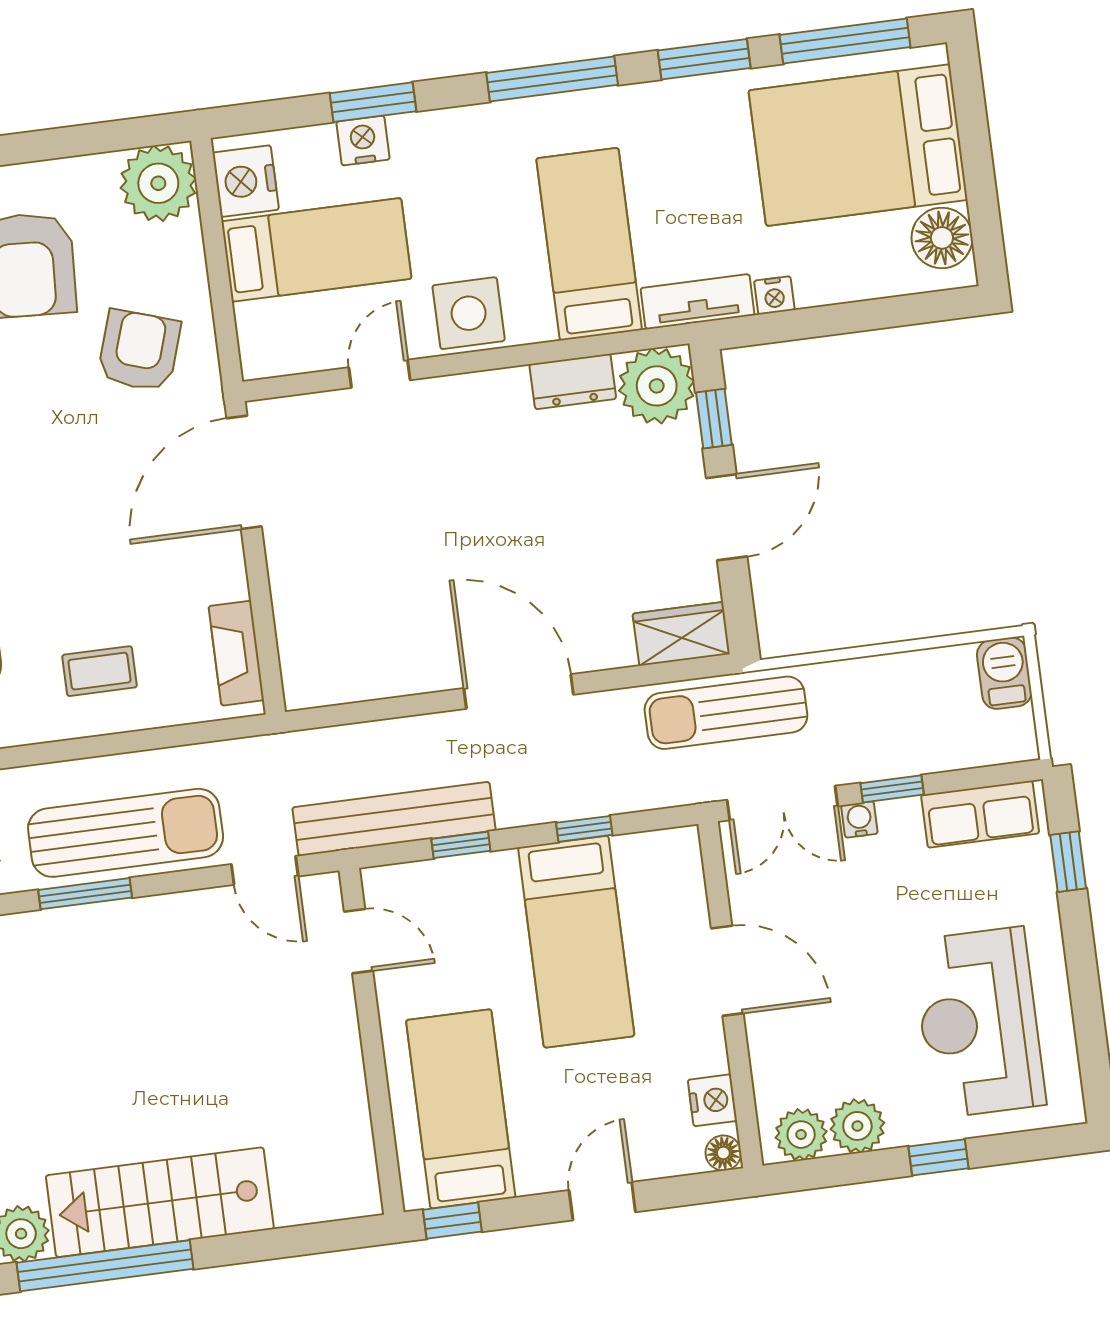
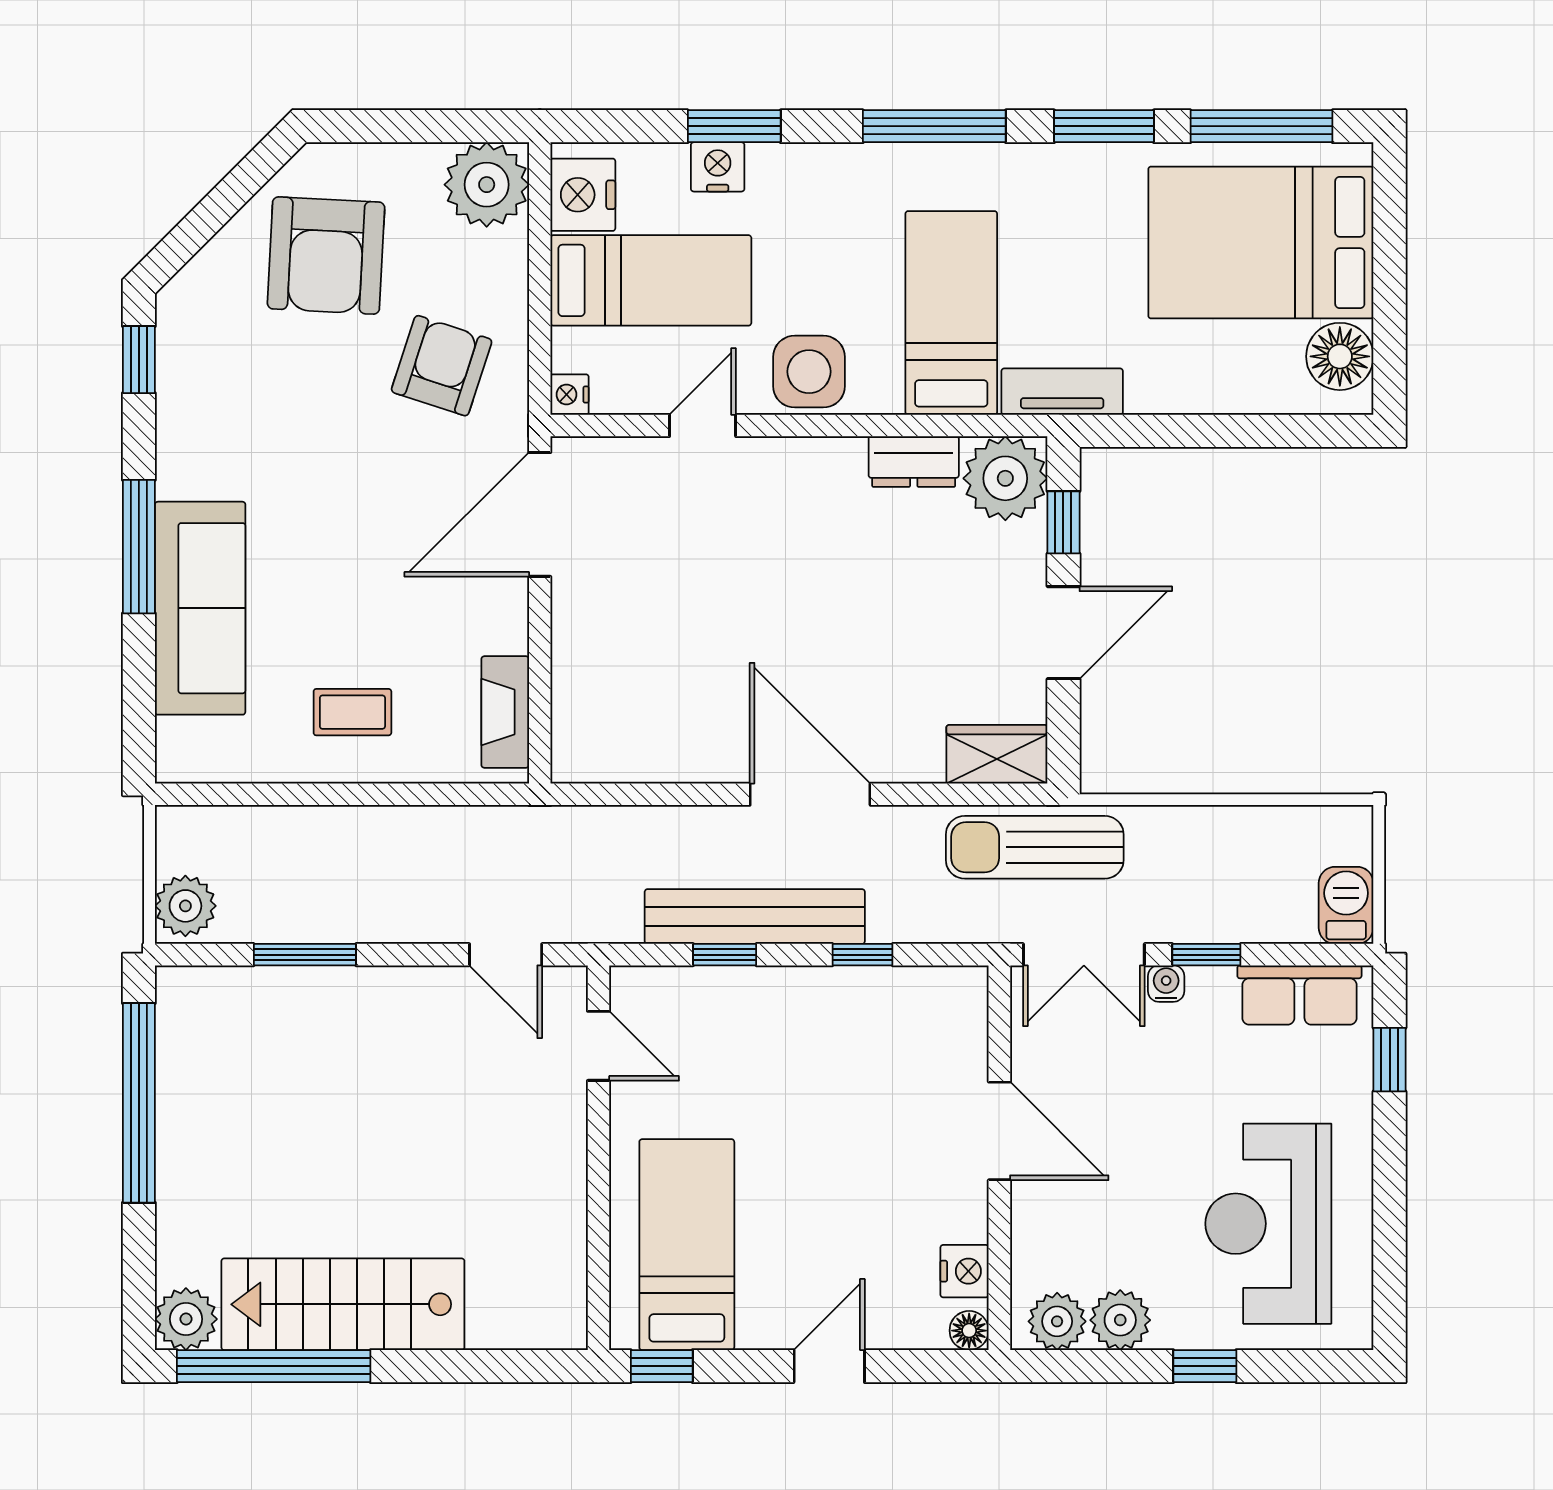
nightstand: (774, 295) -> (570, 395), moved, turned 90
barbecue: (1004, 673) -> (1346, 905), moved
bench: (394, 819) -> (755, 917), moved
sun lounger: (126, 833) -> (358, 894), removed
bed: (576, 942) -> (838, 1077), removed

